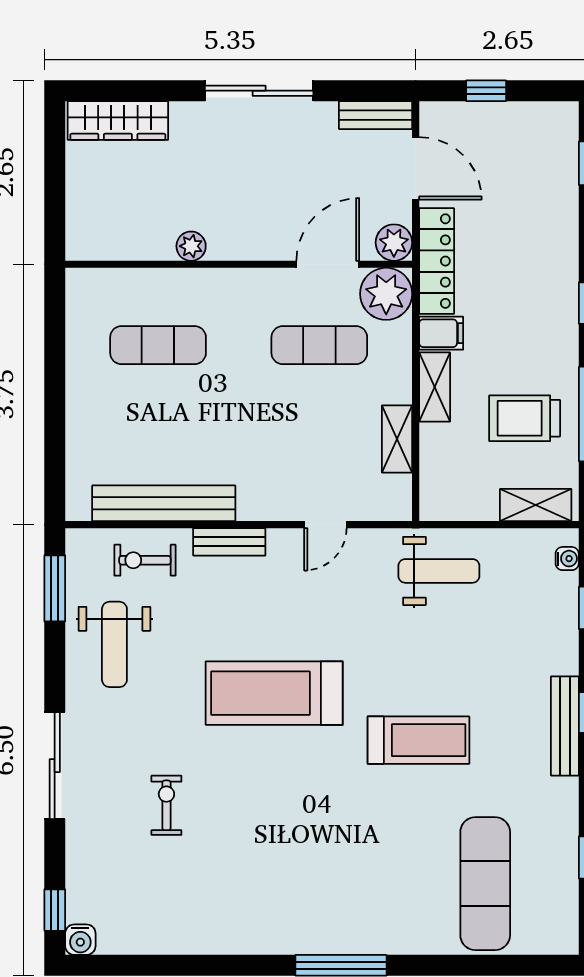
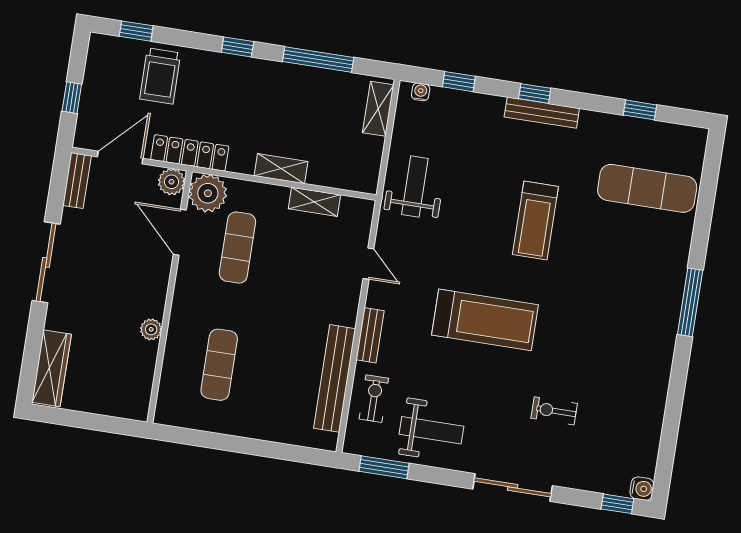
filing cabinet: (441, 333) -> (243, 158), removed
trolley: (525, 418) -> (160, 76), moved
exercise bike: (145, 560) -> (374, 399), turned 180
treadmill: (274, 693) -> (485, 320), turned -90
treadmill: (418, 740) -> (535, 221), turned 180

